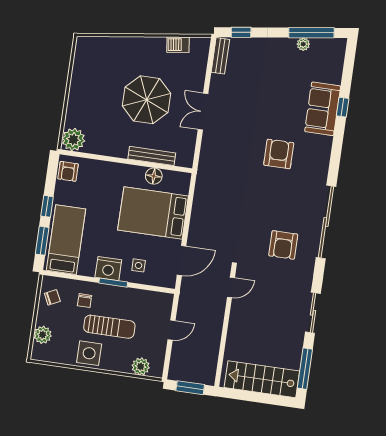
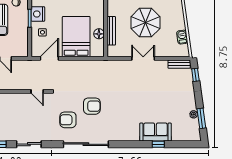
window: (311, 33) -> (201, 118), width x0.69
armchair: (279, 154) -> (92, 106), moved
door: (182, 261) -> (49, 58), swing flipped

